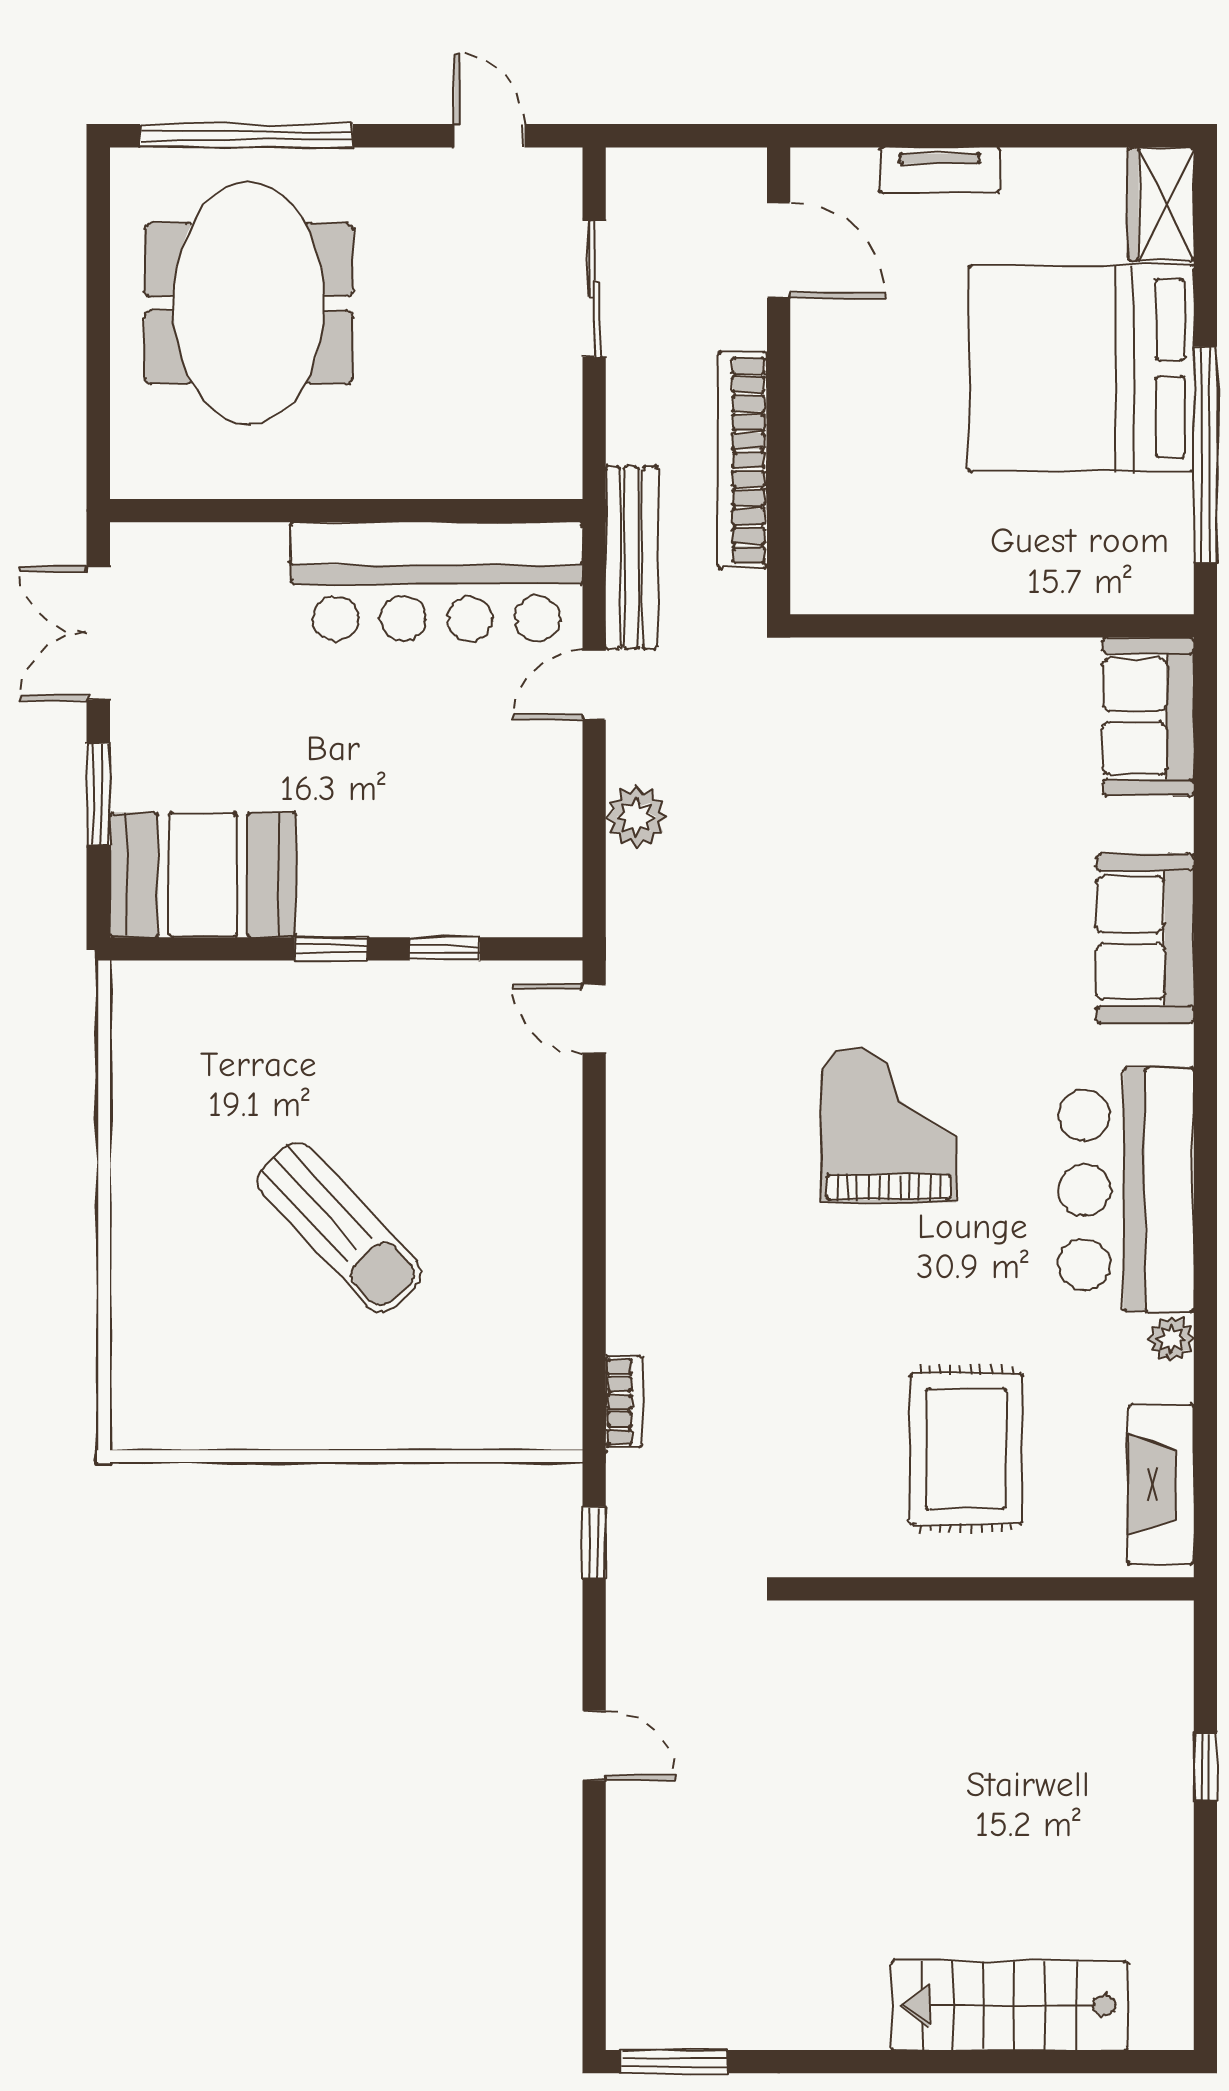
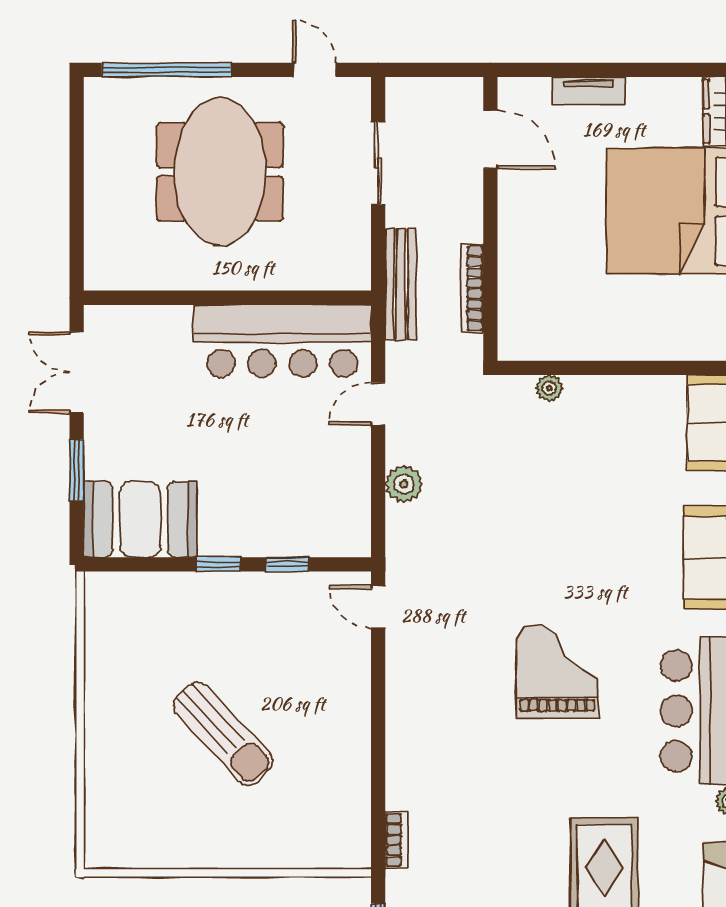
meeting table: (249, 303) -> (220, 172), moved
bookcase: (743, 460) -> (472, 288), width x0.68, depth x0.76
bench: (631, 558) -> (401, 284), moved
plant: (875, 659) -> (549, 388), added

